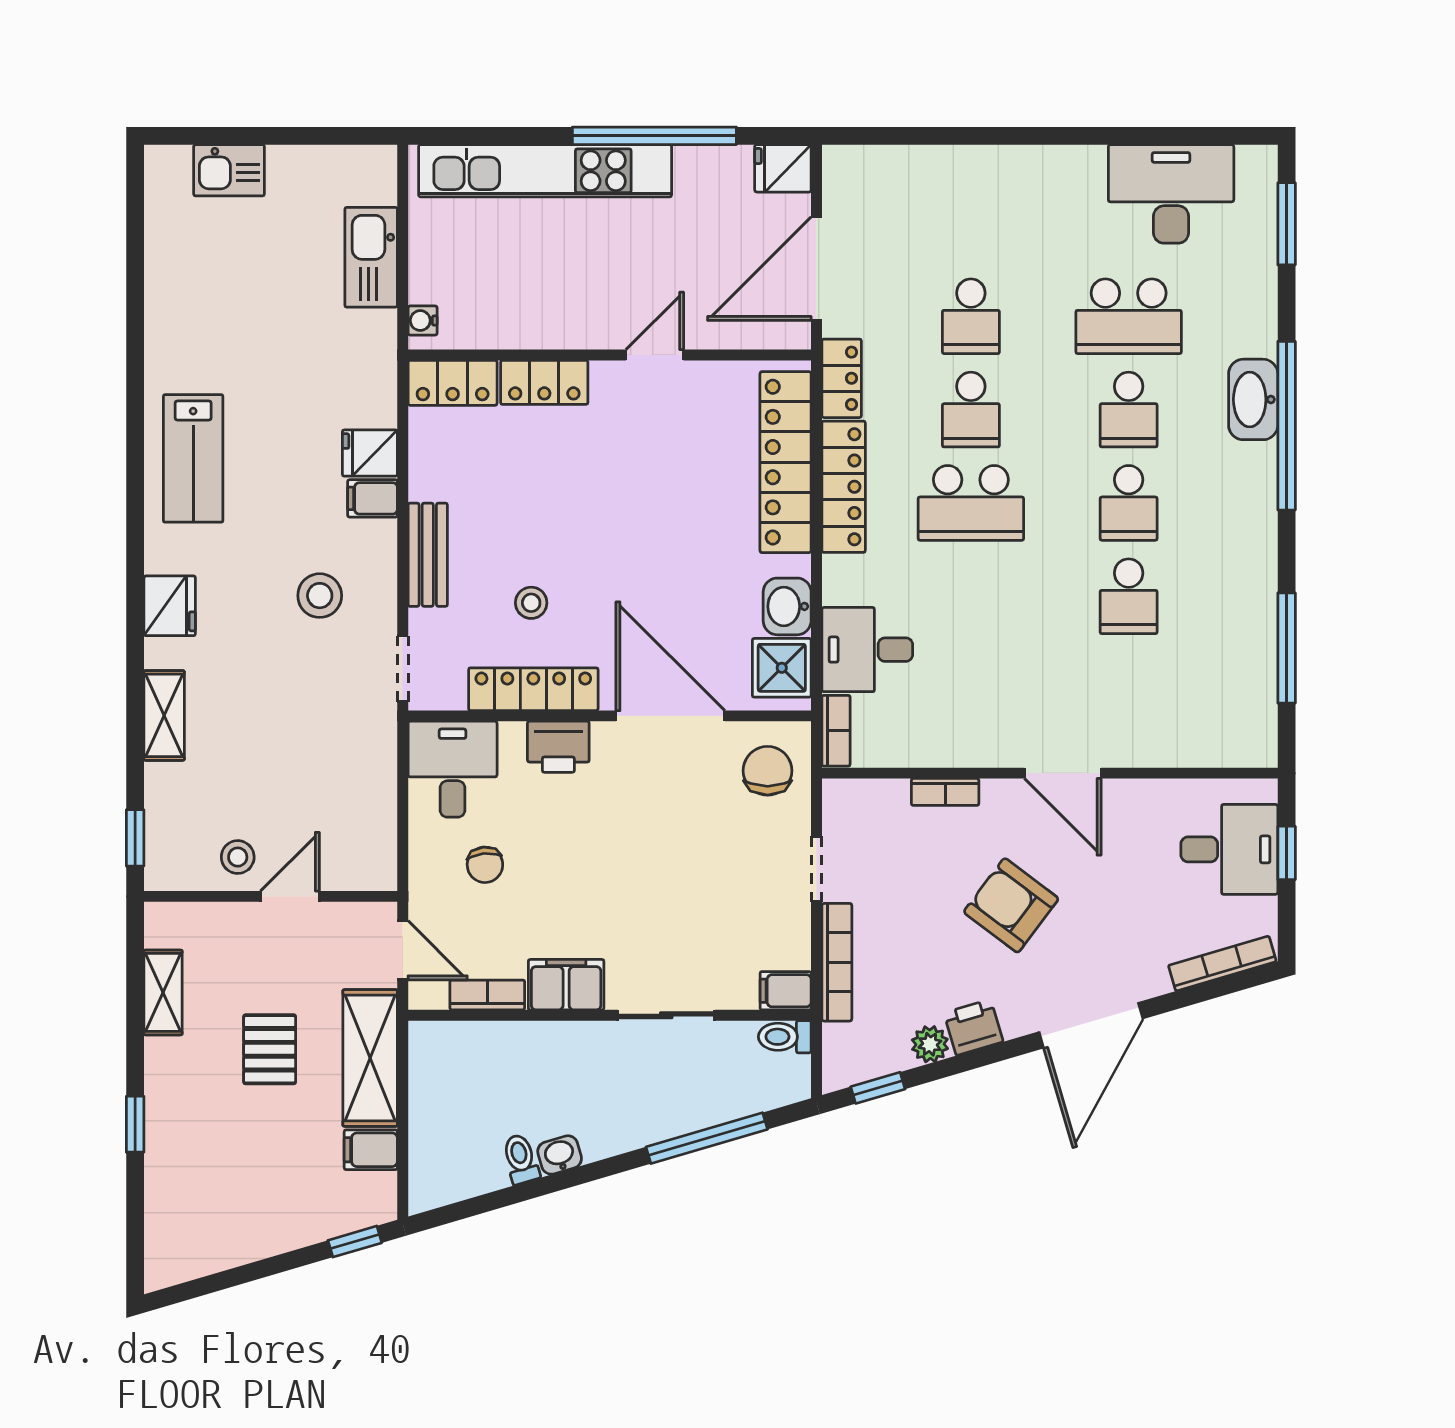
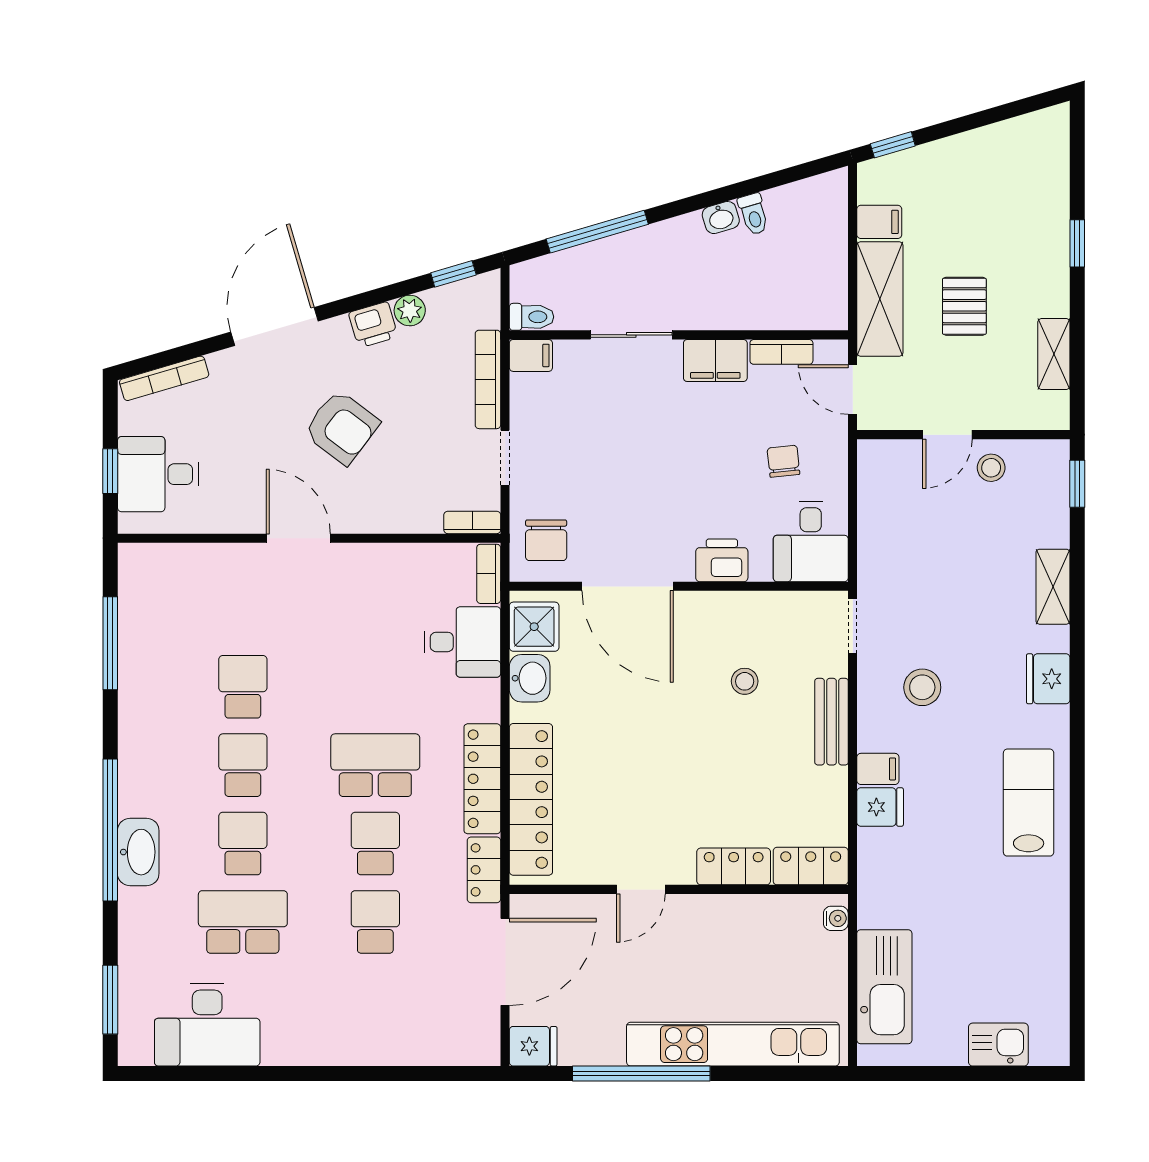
kitchen sink: (371, 257) -> (884, 987), width x1.36, depth x1.24
locker: (533, 689) -> (743, 609), removed
bookcase: (945, 792) -> (472, 522), moved

